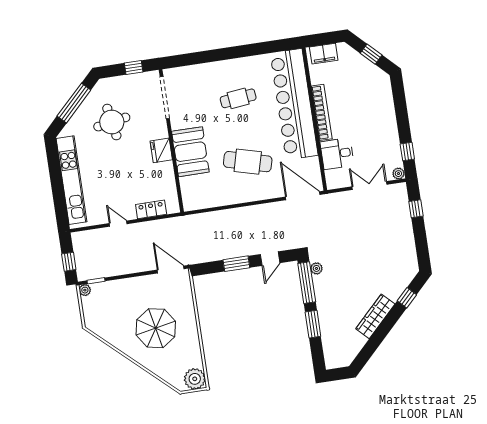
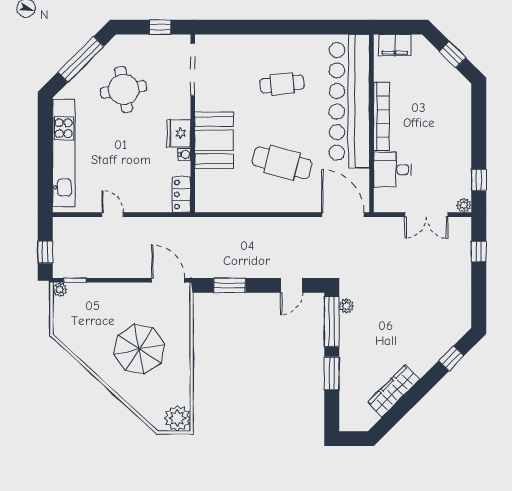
water cooler: (168, 167) -> (184, 154), added
double door: (369, 186) -> (426, 215), swing flipped
locker: (151, 209) -> (181, 194), moved, turned -90
window: (236, 264) -> (230, 285), moved
wardrobe: (375, 316) -> (394, 391), moved

